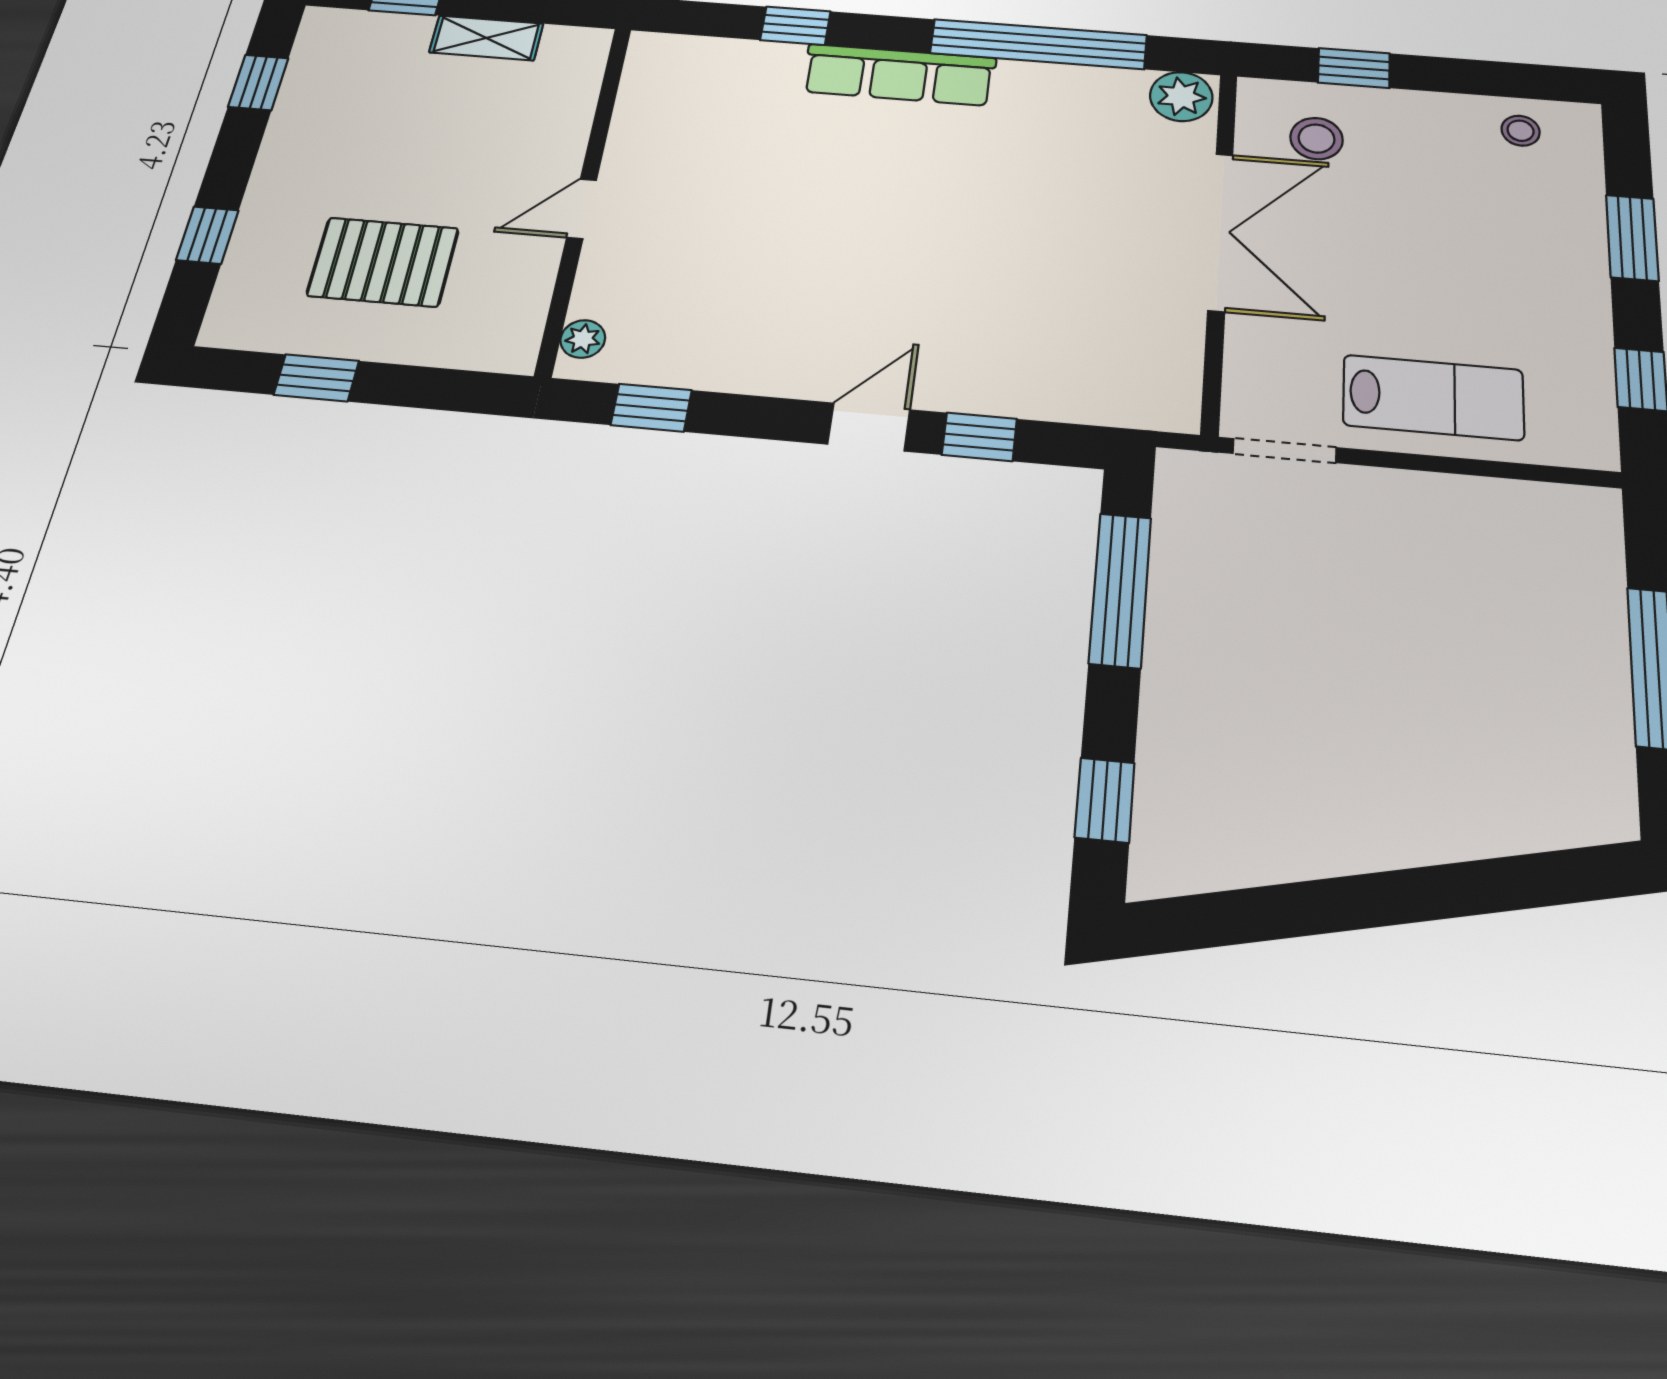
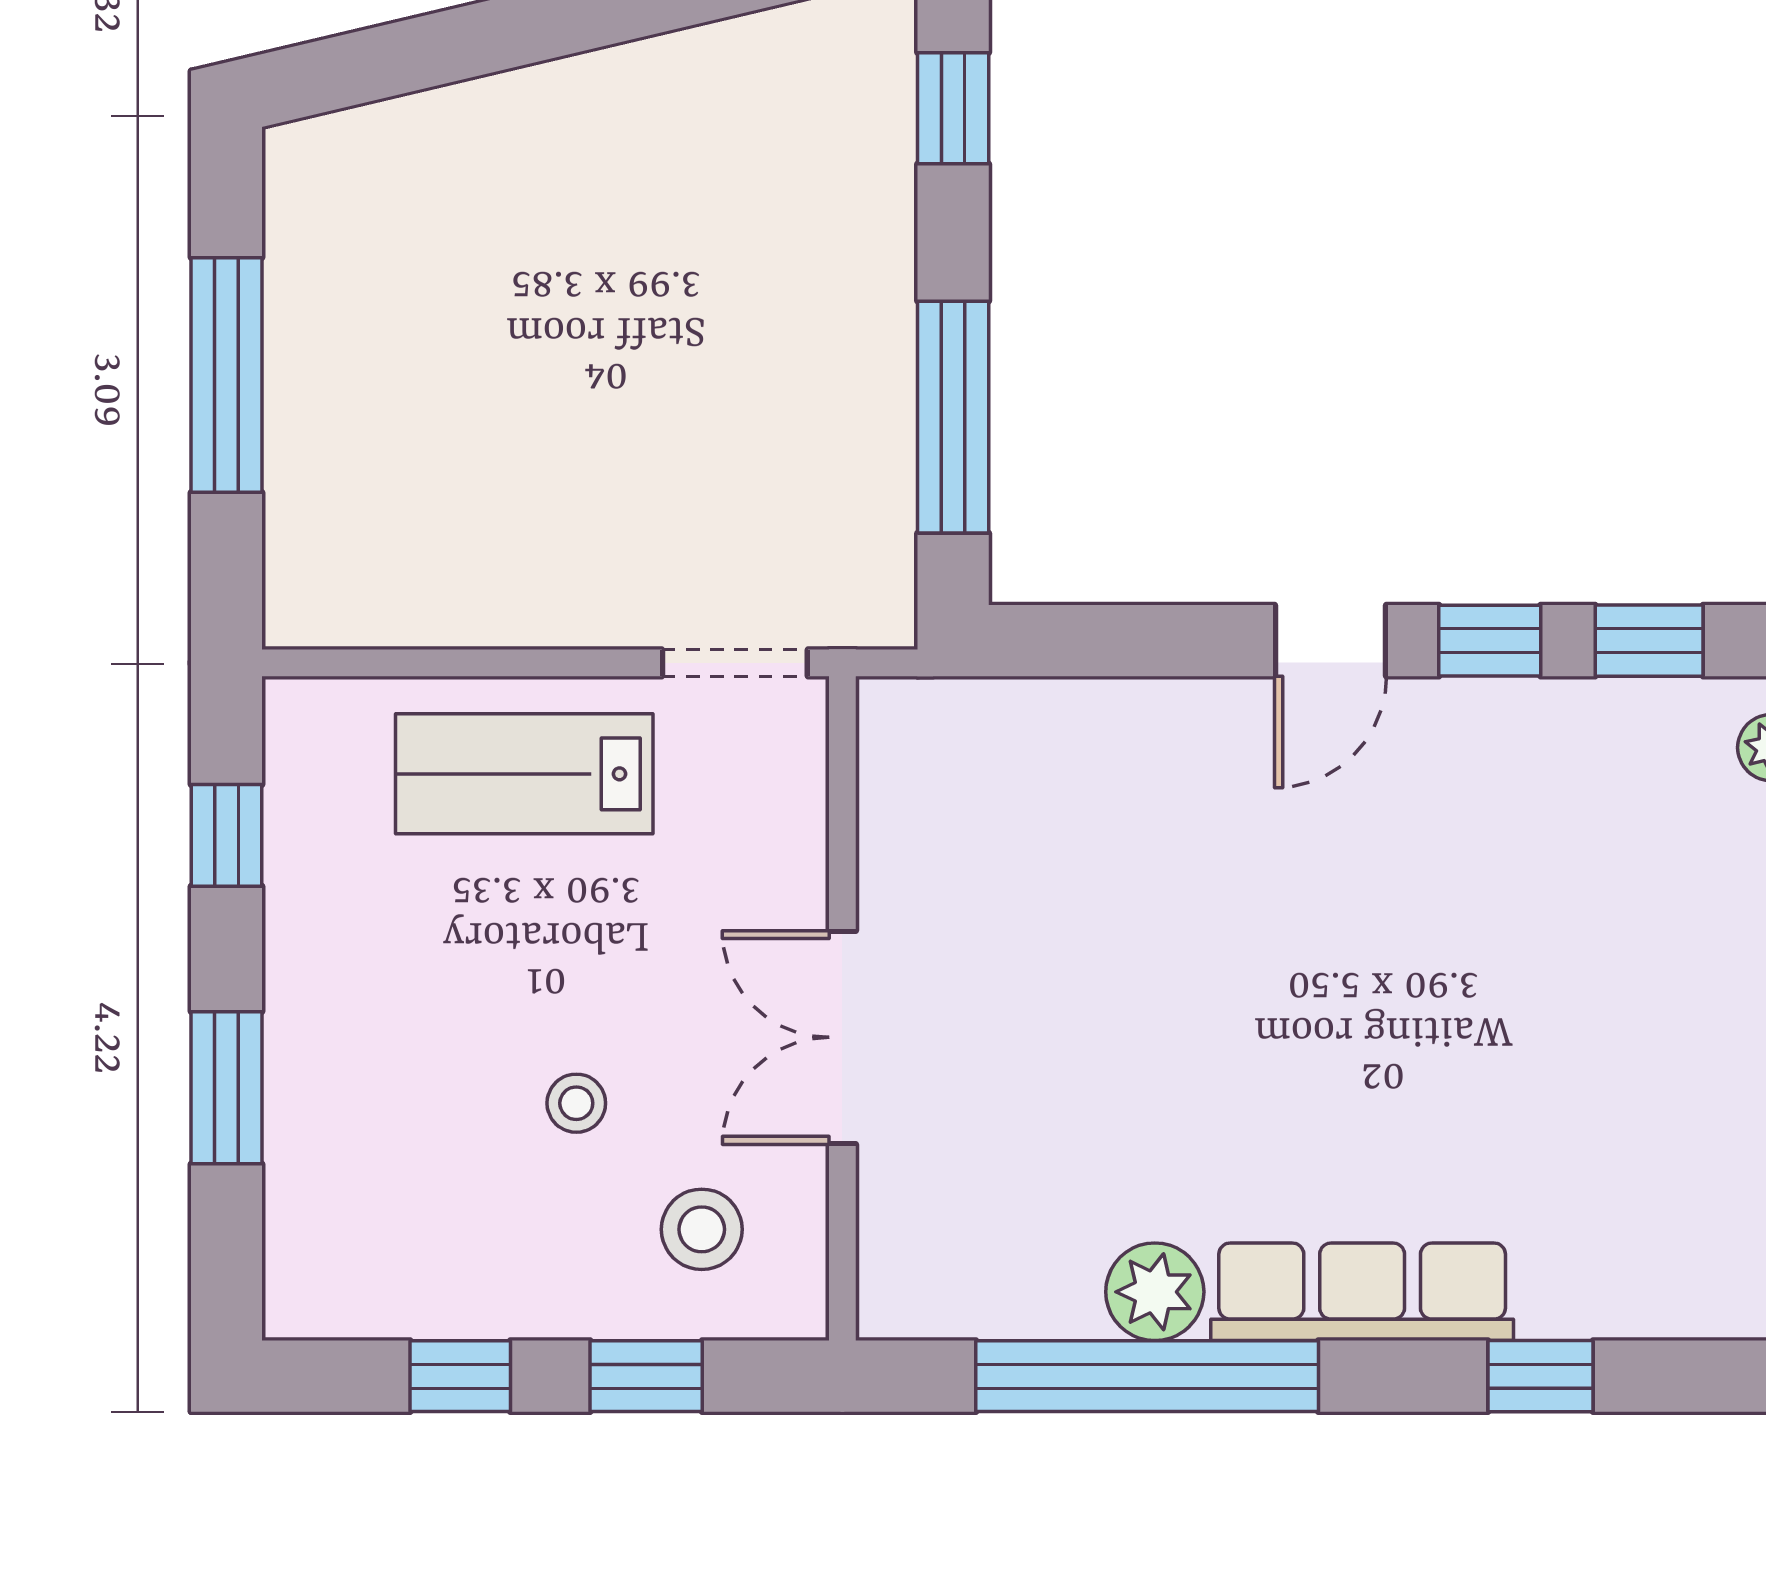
window: (1473, 77) -> (460, 1376), added
plant: (1181, 97) -> (1155, 1292), moved
stool: (1521, 131) -> (576, 1103), moved
double door: (1220, 231) -> (842, 1037), width x0.73
window: (979, 437) -> (1490, 641), moved

